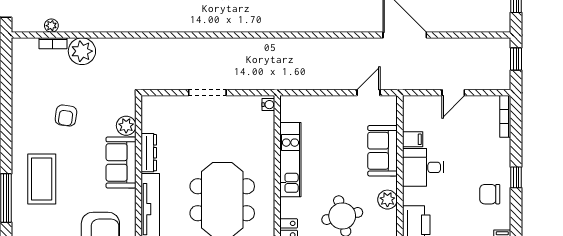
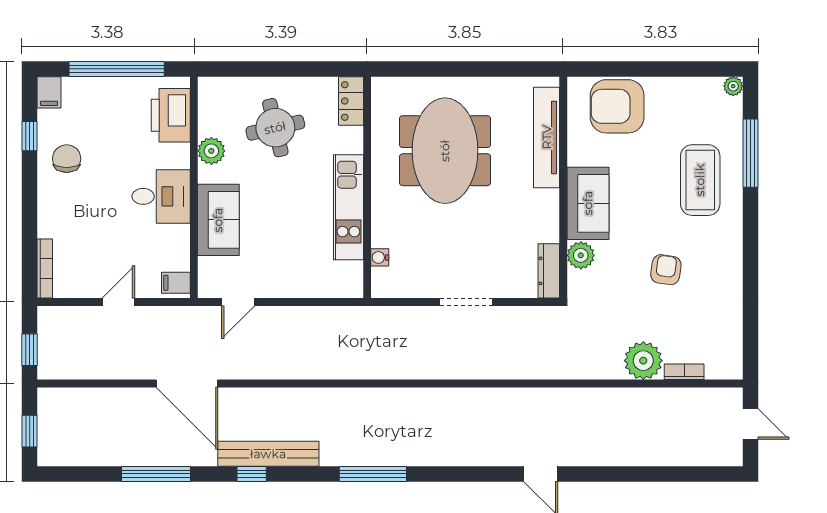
plant: (51, 26) -> (686, 397), removed
water cooler: (268, 105) -> (380, 257), moved
filing cabinet: (413, 139) -> (176, 283), moved
dresser: (149, 153) -> (549, 271), moved
window: (516, 177) -> (30, 136), moved
chair: (490, 194) -> (67, 159), turned -90

